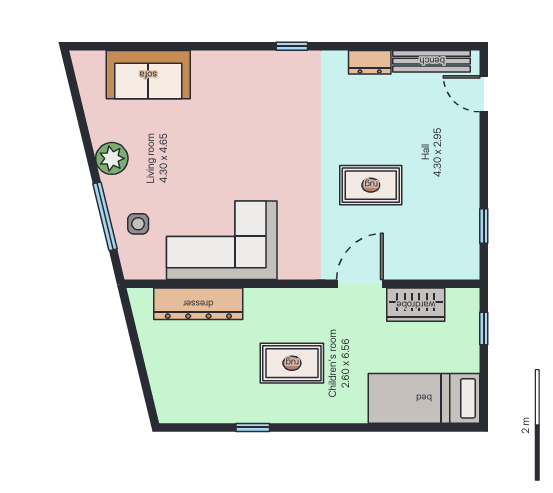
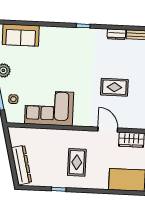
door: (360, 284) -> (108, 130), hinge flipped
dresser: (198, 304) -> (21, 165), moved, turned -104
rug: (292, 363) -> (77, 162), turned 90

